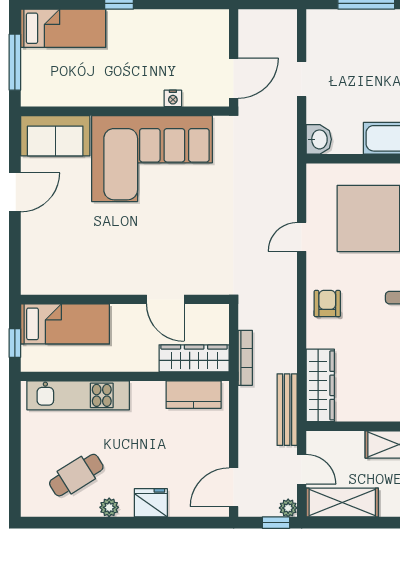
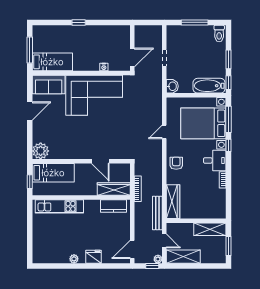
bed: (63, 28) -> (52, 62), moved
plant: (38, 277) -> (41, 151), added
cafe table: (76, 475) -> (59, 244), removed

